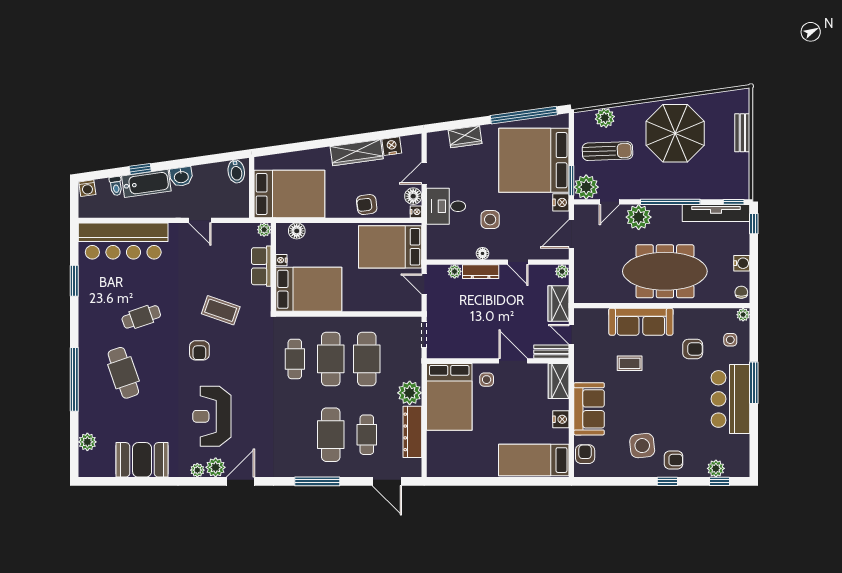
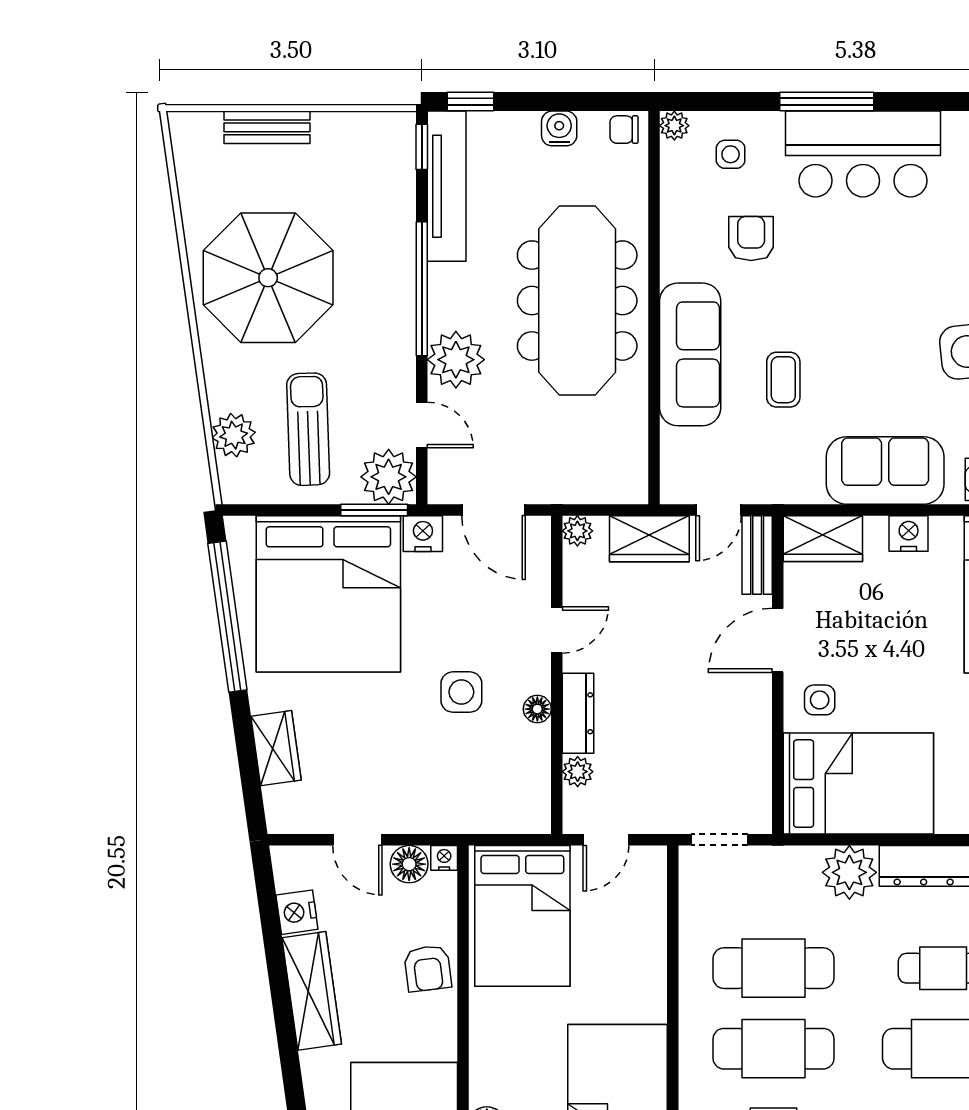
desk: (446, 206) -> (432, 791), removed

